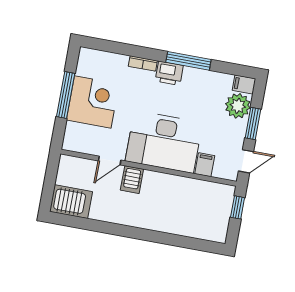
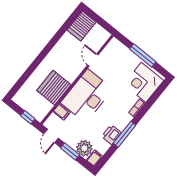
printer: (169, 73) -> (112, 135), moved
corner desk: (93, 102) -> (144, 82), moved, turned 90
server rack: (132, 180) -> (54, 88), moved, width x2.18, depth x1.44

